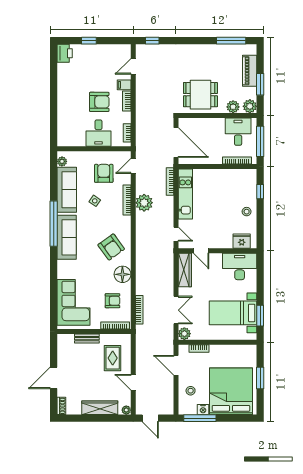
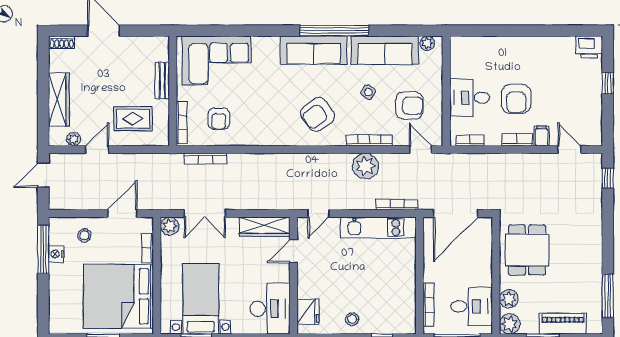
armchair: (111, 247) -> (318, 115), moved
floor lamp: (122, 274) -> (258, 134), removed
bed: (231, 391) -> (118, 296), moved, turned 180
plant: (126, 410) -> (74, 139), moved

